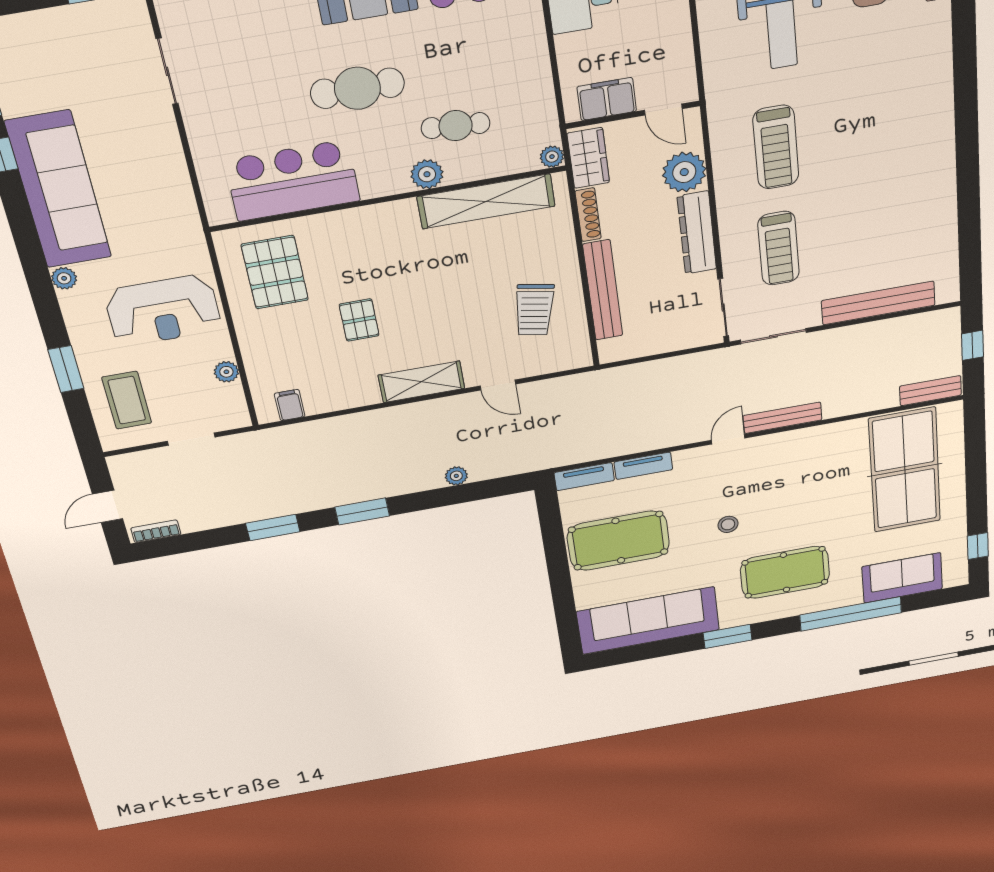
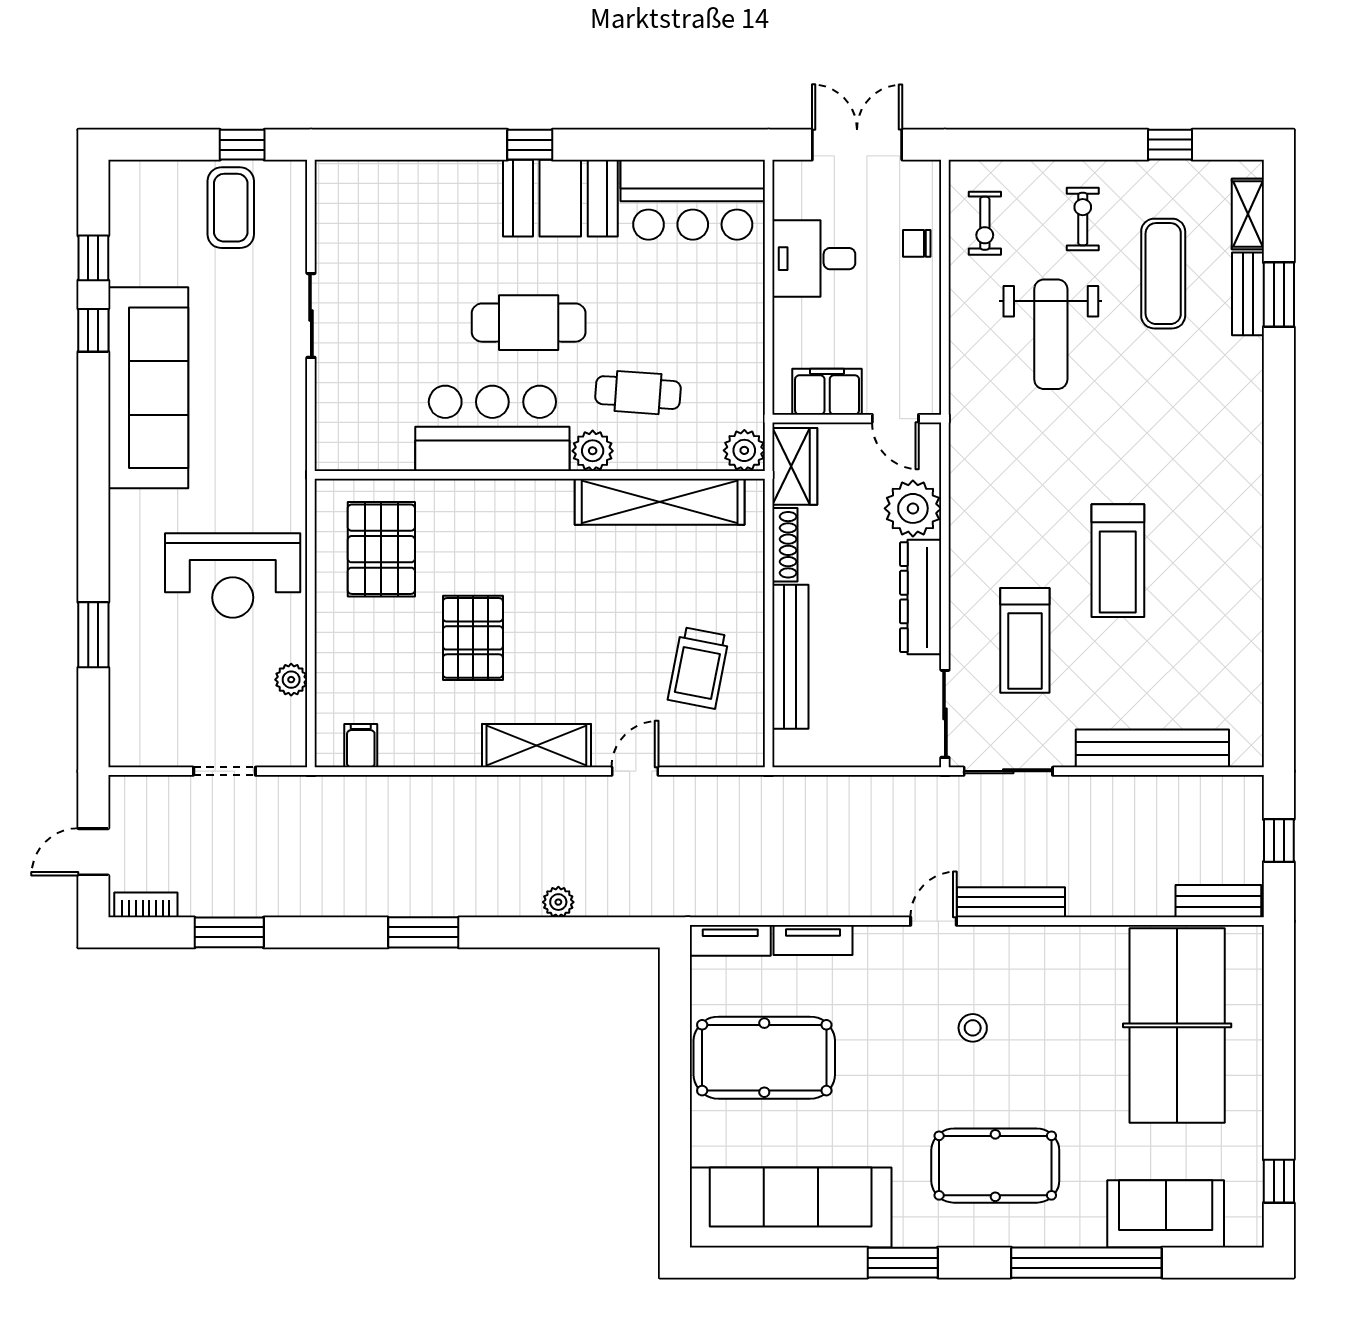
sliding door: (167, 71) -> (311, 315), moved
treadmill: (776, 147) -> (1118, 561), moved
plant: (552, 157) -> (744, 450), width x1.38, depth x1.38
bar counter: (293, 181) -> (492, 428), moved
plant: (64, 278) -> (124, 507), removed
pallet: (359, 320) -> (473, 638), width x1.50, depth x1.42
door: (498, 385) -> (635, 771), swing flipped
coffee table: (127, 400) -> (231, 208), moved
stool: (728, 524) -> (973, 1028), moved
window: (273, 527) -> (229, 932), moved

